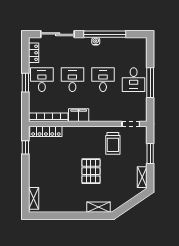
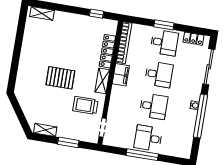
locker: (46, 131) -> (107, 51), moved
shelving: (99, 207) -> (102, 81), moved

